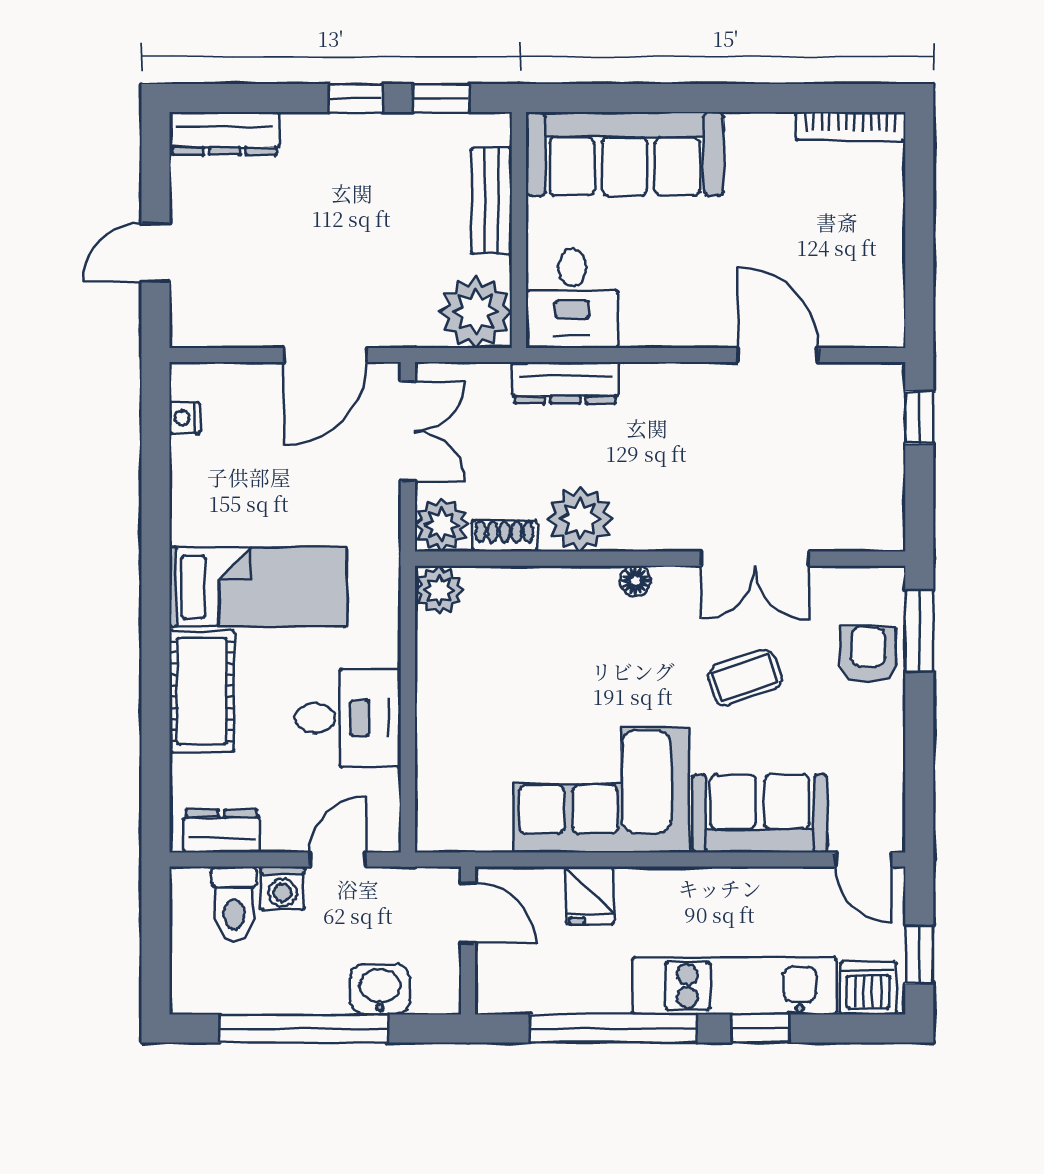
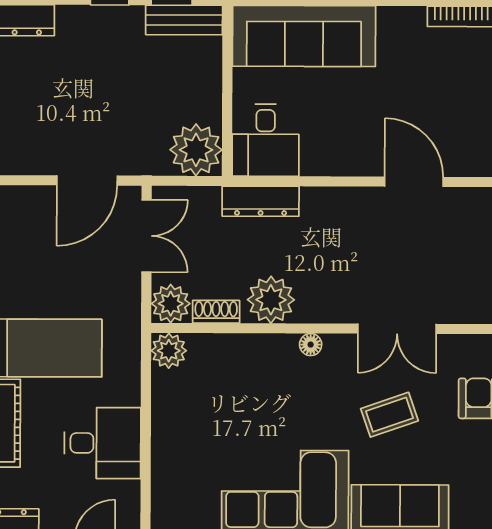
bench: (492, 201) -> (184, 20), moved, turned 90

